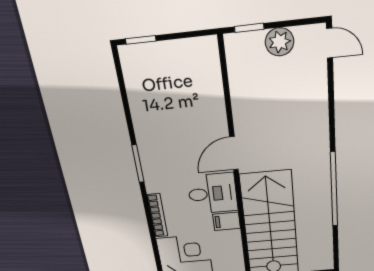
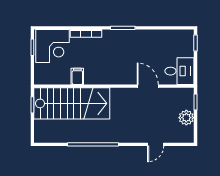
door: (330, 43) -> (156, 144), moved
door: (234, 153) -> (148, 86), moved
desk: (213, 194) -> (179, 71), moved, turned -90

